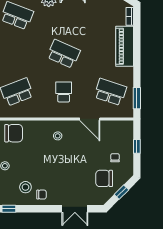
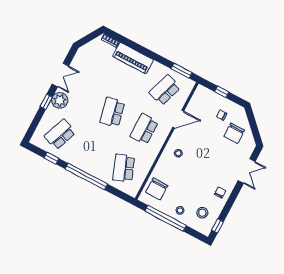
school desk: (64, 54) -> (112, 112), turned -36
school desk: (64, 92) -> (144, 129), width x1.85
chair: (14, 133) -> (157, 189), turned 180
stool: (25, 187) -> (202, 213), moved
window: (121, 192) -> (253, 125), removed

